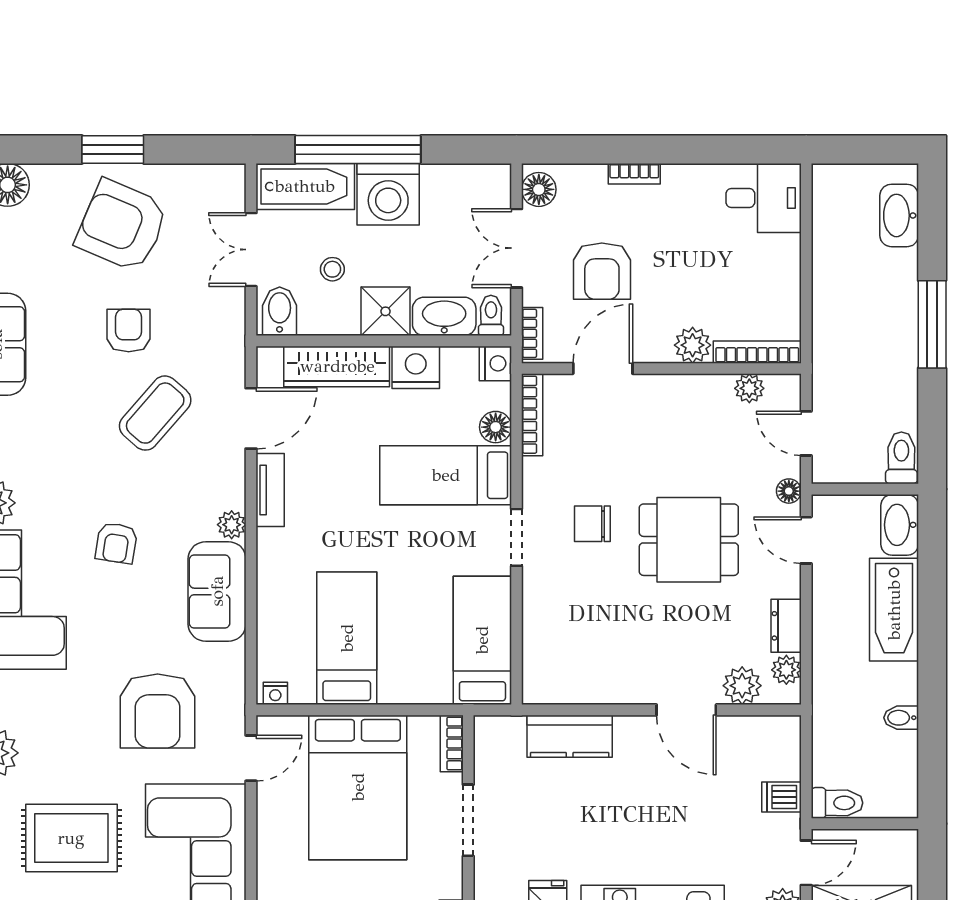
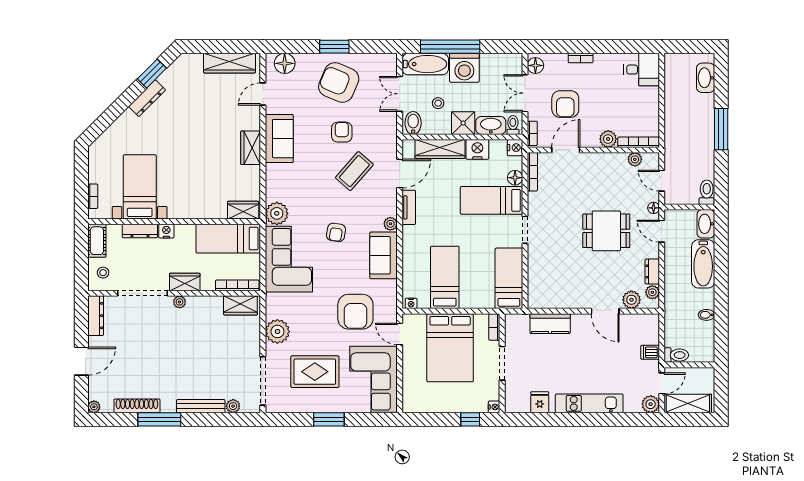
chair: (592, 524) -> (561, 223), removed
door: (251, 758) -> (400, 334), swing flipped

